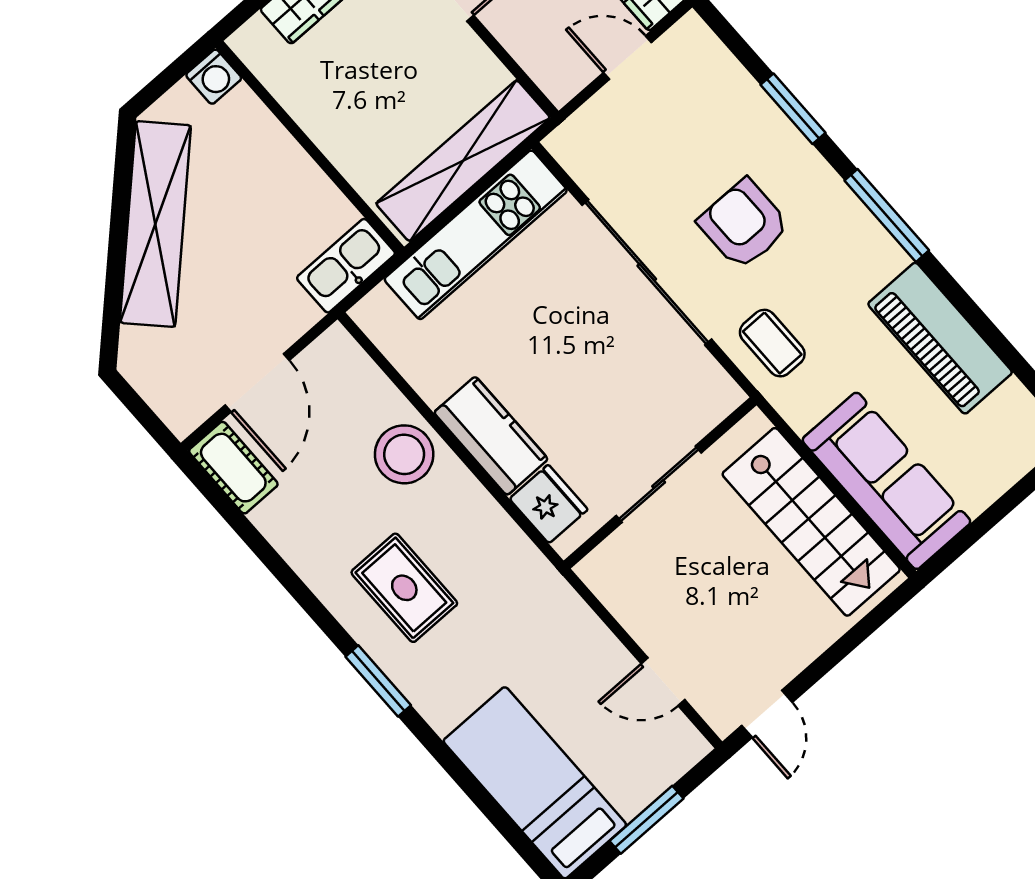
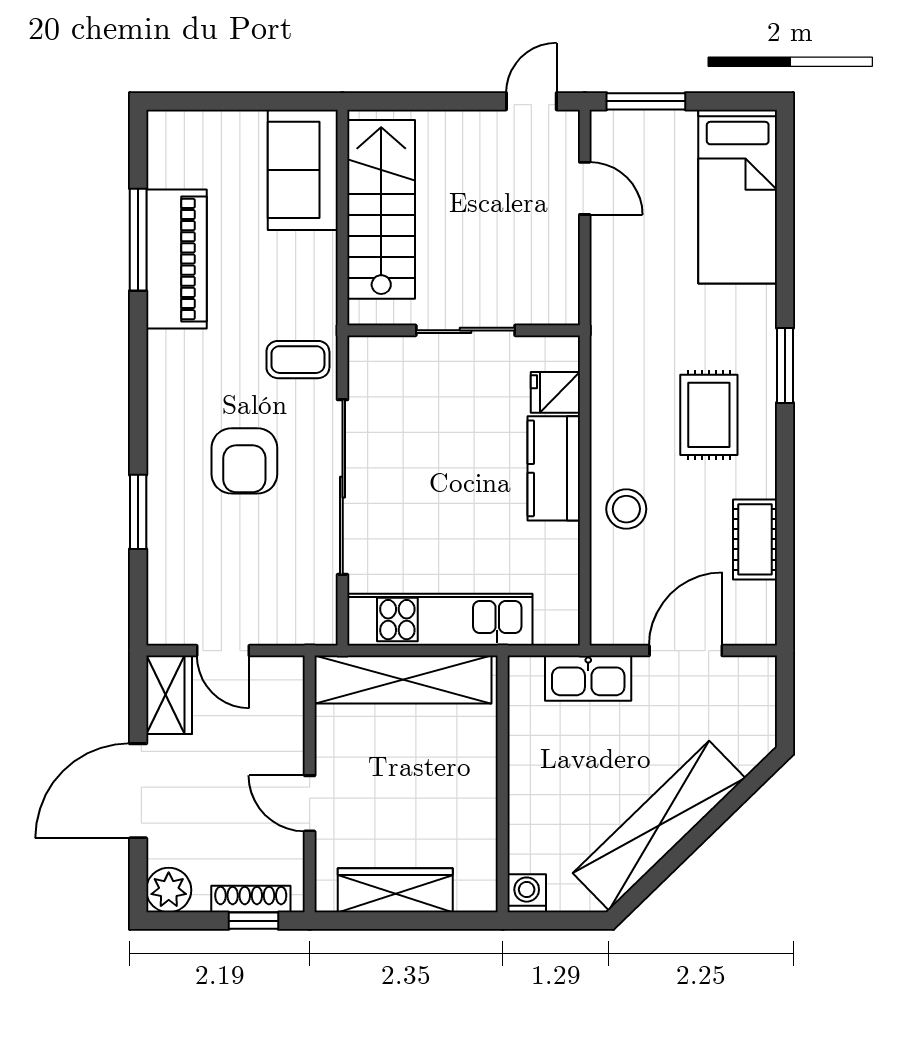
window: (887, 215) -> (138, 240), moved
kitchen sink: (346, 266) -> (588, 678), moved
coffee table: (772, 343) -> (298, 360), turned 90
stool: (404, 454) -> (626, 509), width x0.73, depth x0.73
cot: (233, 468) -> (755, 539), moved
sofa: (886, 481) -> (303, 170), width x0.73
fridge: (549, 504) -> (555, 392), width x0.72
window: (647, 820) -> (646, 101), moved

